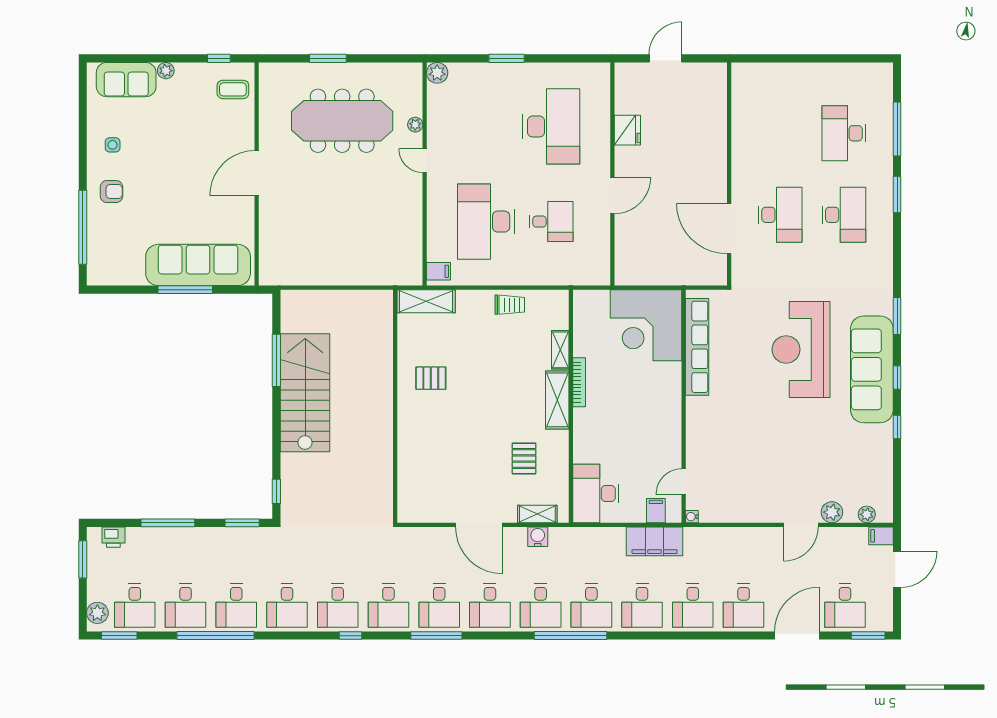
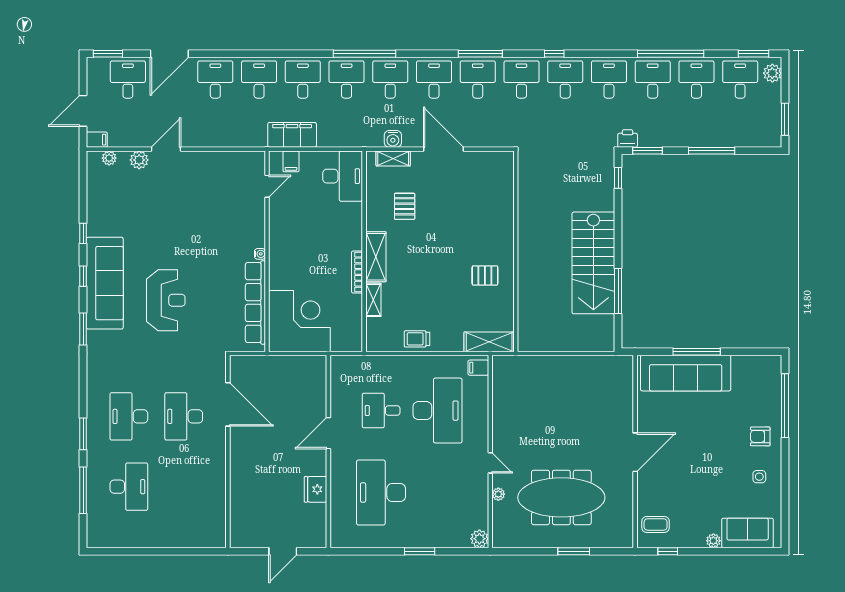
reception desk: (801, 349) -> (166, 300), width x0.74, depth x0.77
water cooler: (692, 517) -> (260, 254), moved
printer: (113, 537) -> (628, 139), moved

